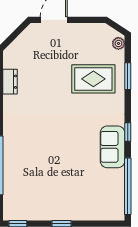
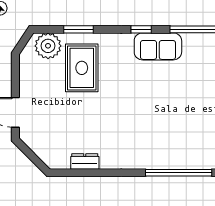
plant: (118, 43) -> (48, 46), width x1.87, depth x1.87

